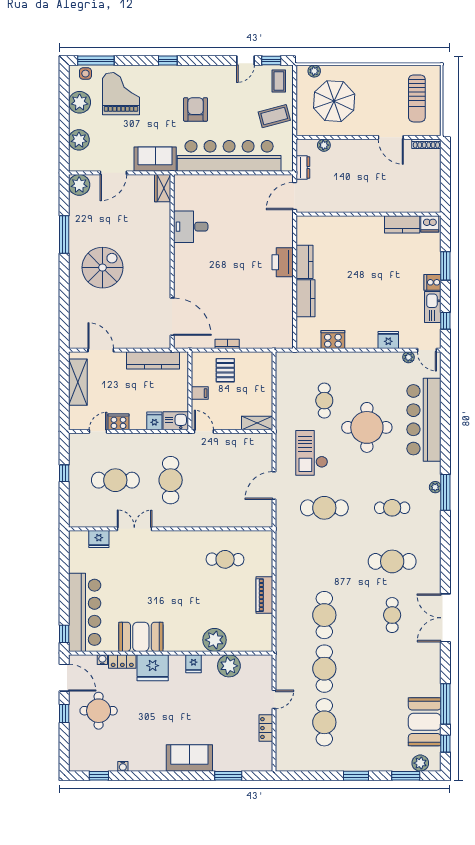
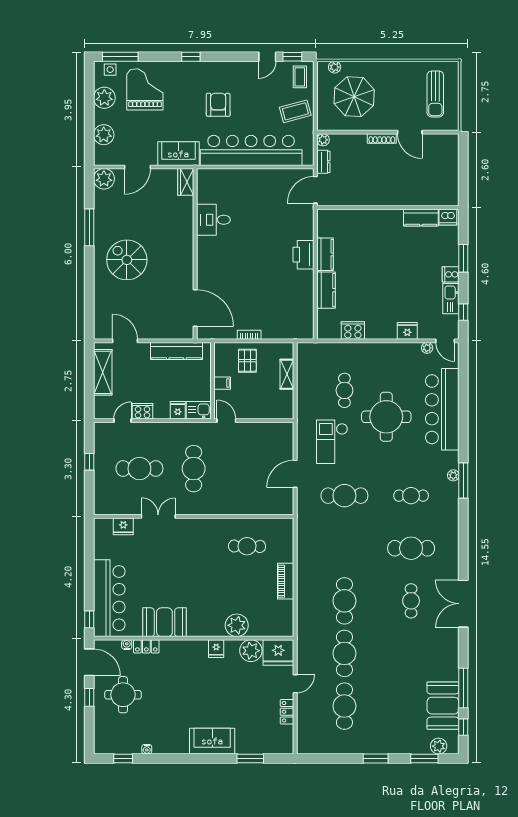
shoe rack: (426, 144) -> (382, 138), moved
plant: (324, 145) -> (323, 140), moved
spiral stairs: (102, 268) -> (127, 260), turned -90
shelving: (257, 423) -> (287, 374), moved, turned 90
fridge: (153, 668) -> (278, 652), moved

